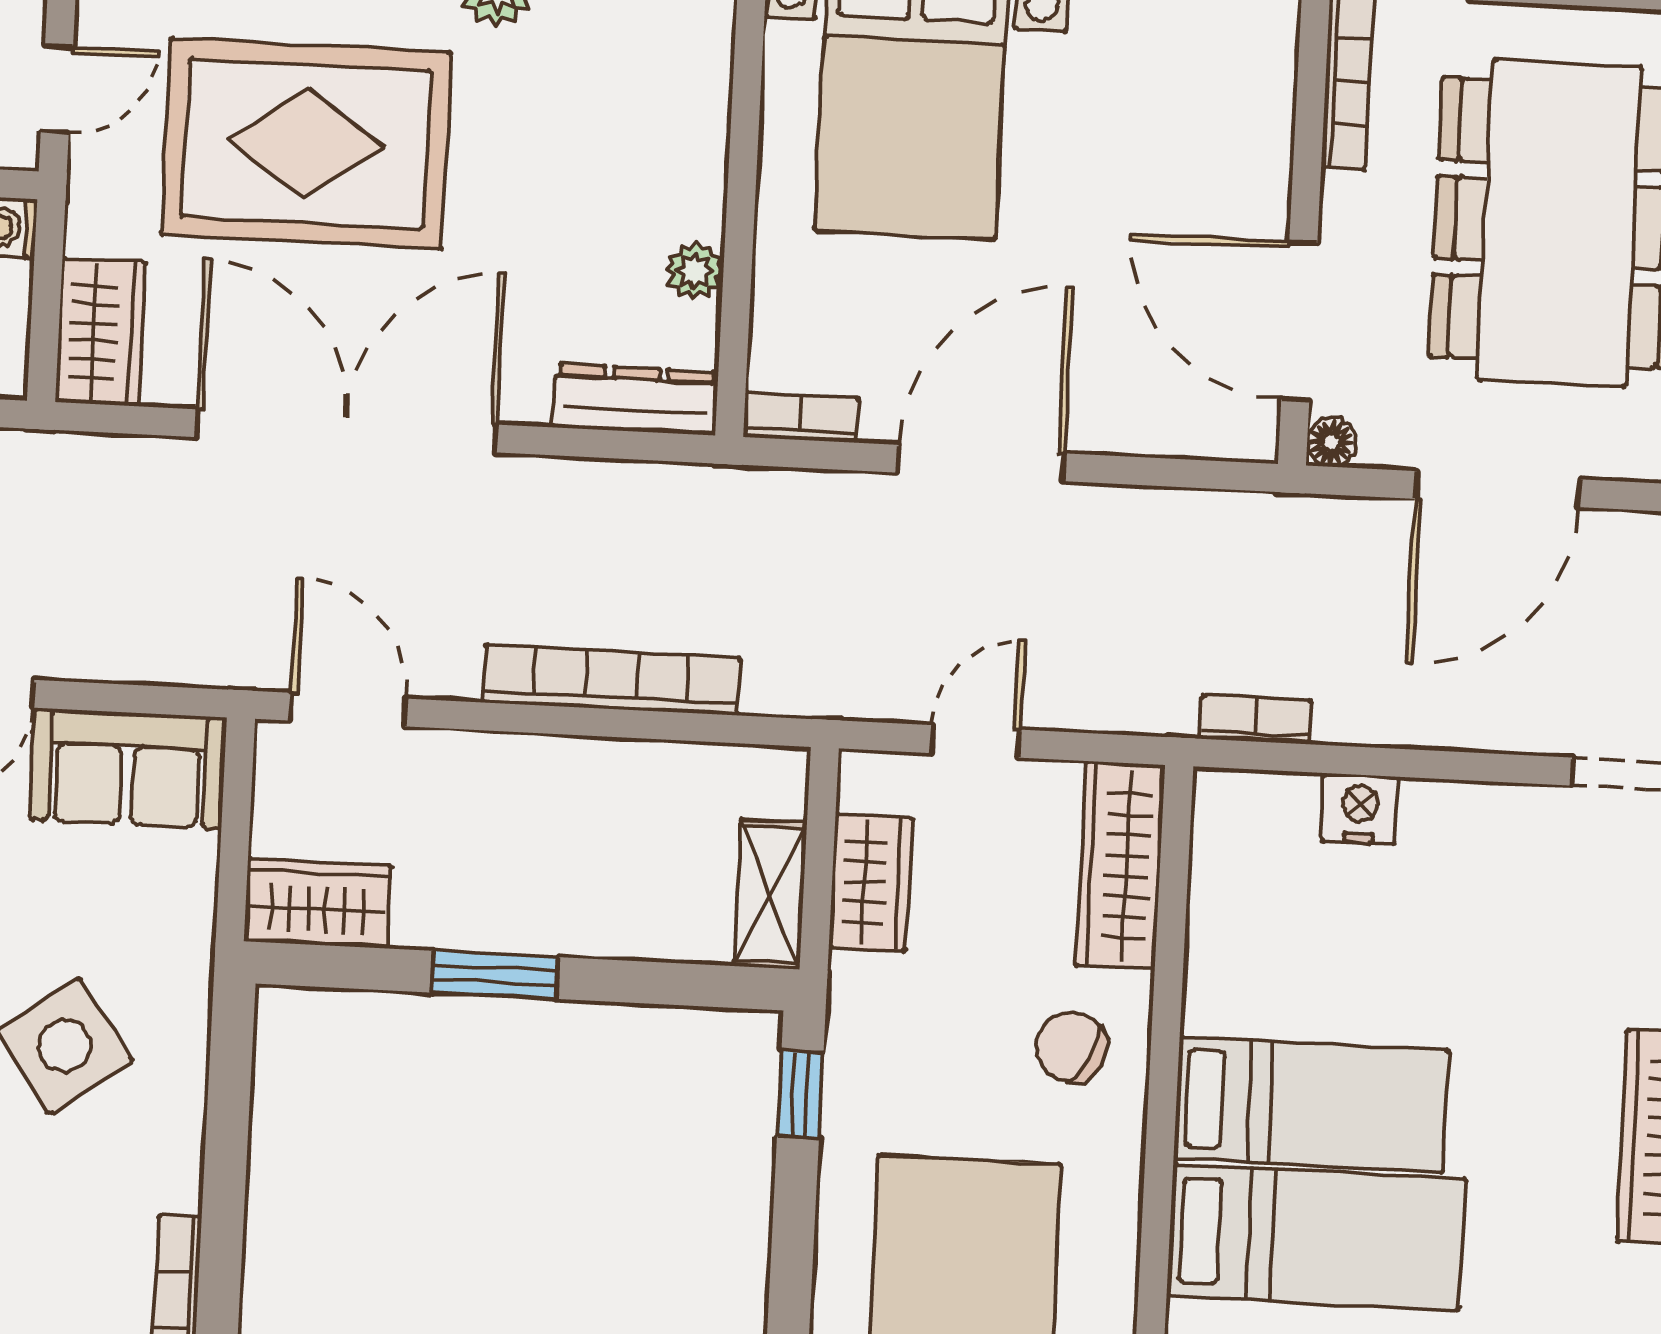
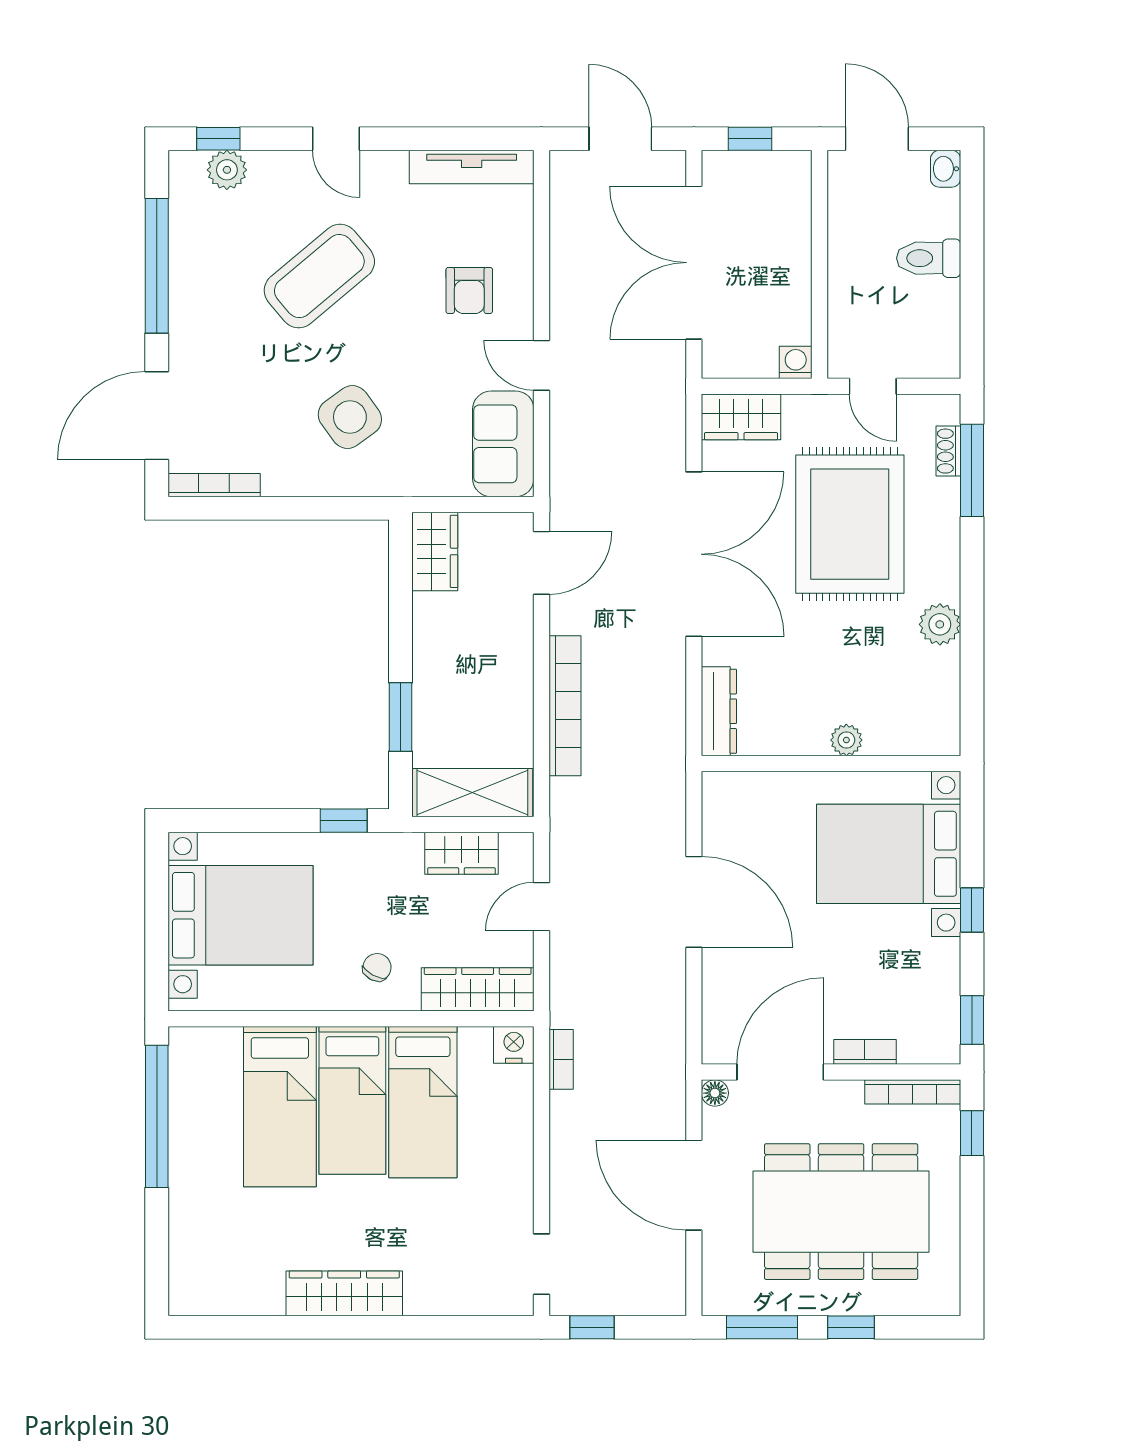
plant: (695, 271) -> (846, 740), moved
bookcase: (801, 417) -> (865, 1052), moved, turned -90
door: (975, 741) -> (542, 907), swing flipped
nightstand: (1360, 809) -> (514, 1045), moved, turned -90
shelving: (770, 894) -> (472, 793), width x1.50, depth x1.33
window: (495, 975) -> (401, 717), moved
bed: (1321, 976) -> (423, 1102), added
chair: (1071, 1047) -> (377, 967), width x0.73, depth x0.73

